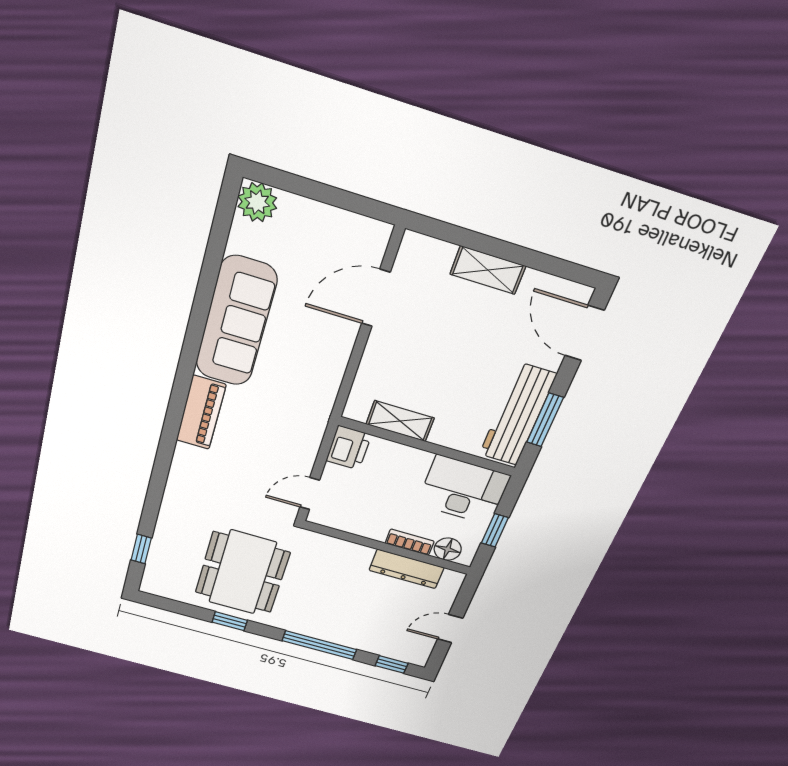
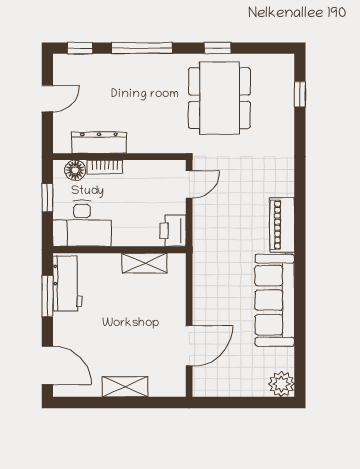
workbench: (517, 415) -> (67, 283), width x0.73

